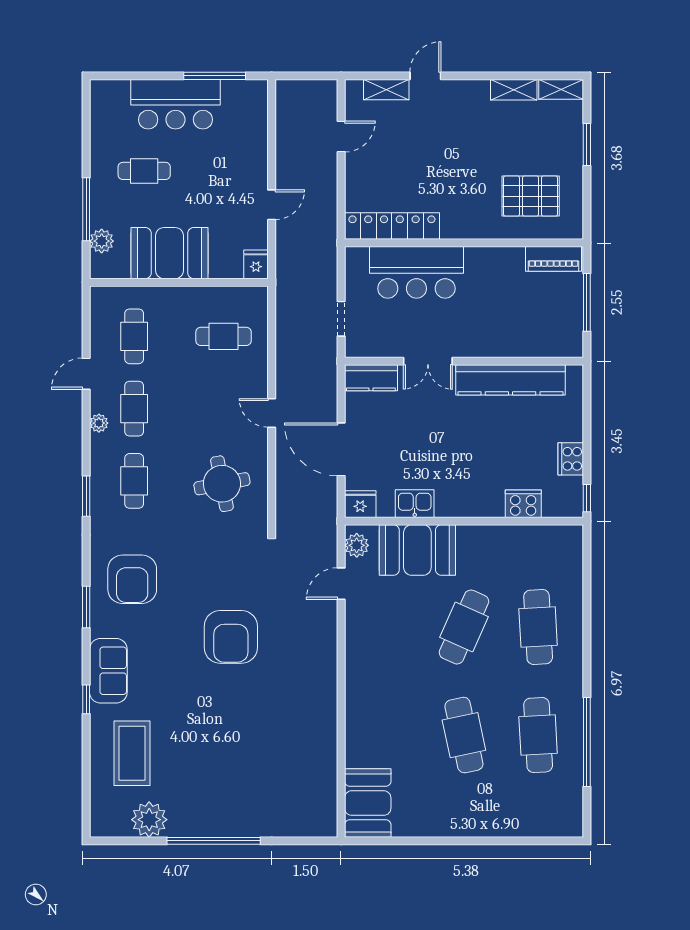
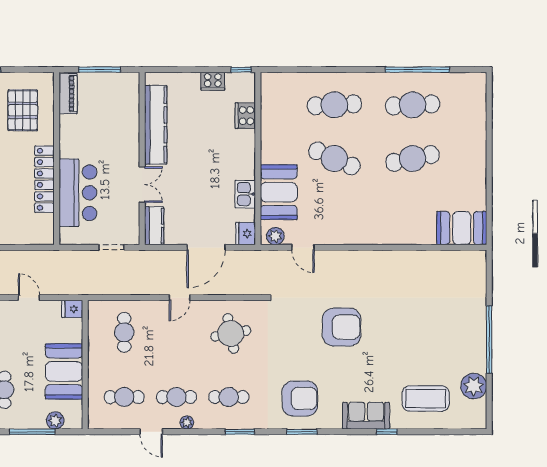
locker: (392, 226) -> (44, 179), moved
window: (86, 607) -> (302, 432), moved

